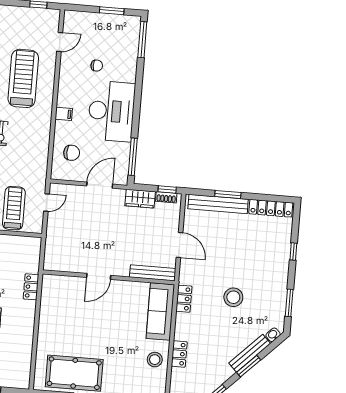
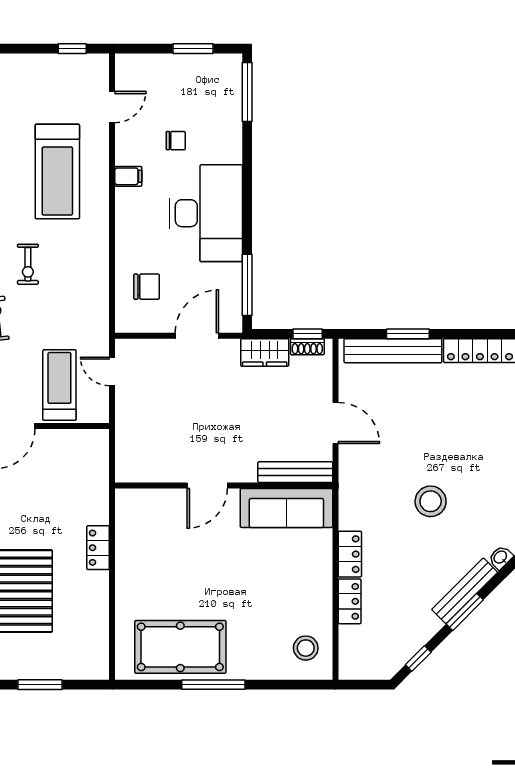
treadmill: (23, 78) -> (57, 172), turned 180
filing cabinet: (64, 114) -> (128, 176), moved
door: (46, 203) -> (112, 371), swing flipped
locker: (31, 287) -> (98, 548), moved
locker: (184, 299) -> (350, 554), moved
sofa: (160, 311) -> (286, 508), moved, turned -90
stool: (155, 360) -> (306, 648), moved

